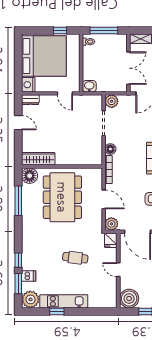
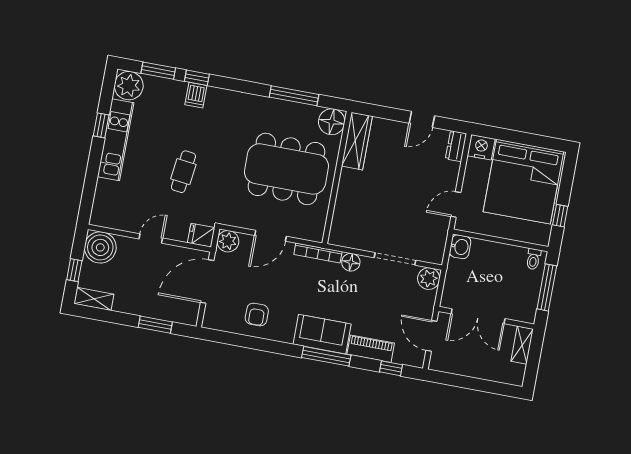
dishwasher: (29, 276) -> (196, 95), moved

